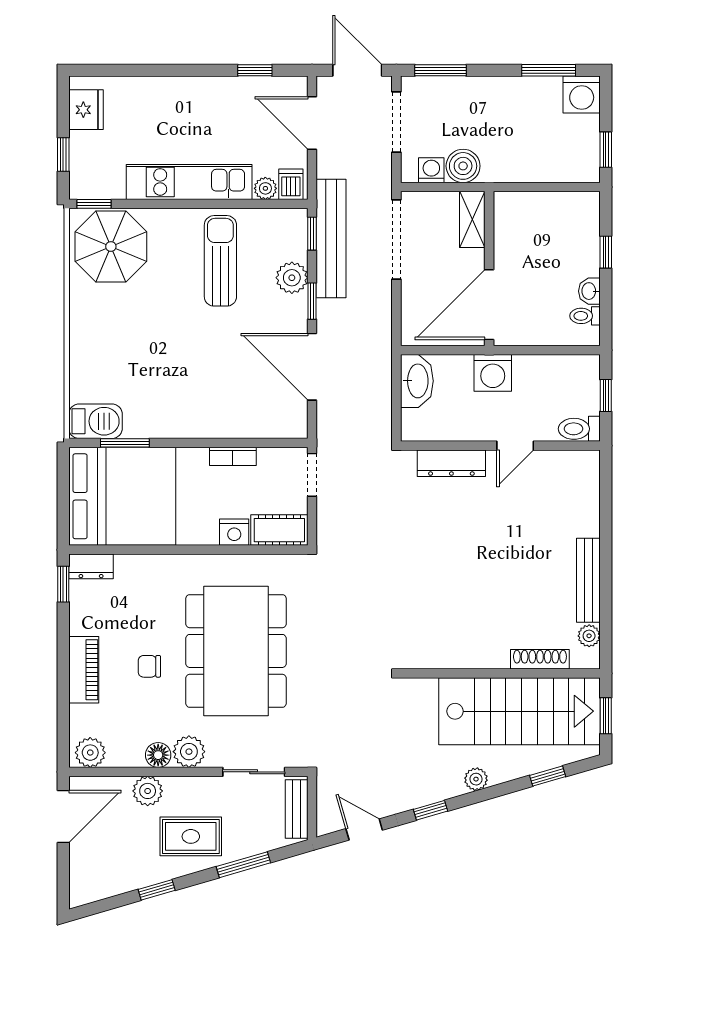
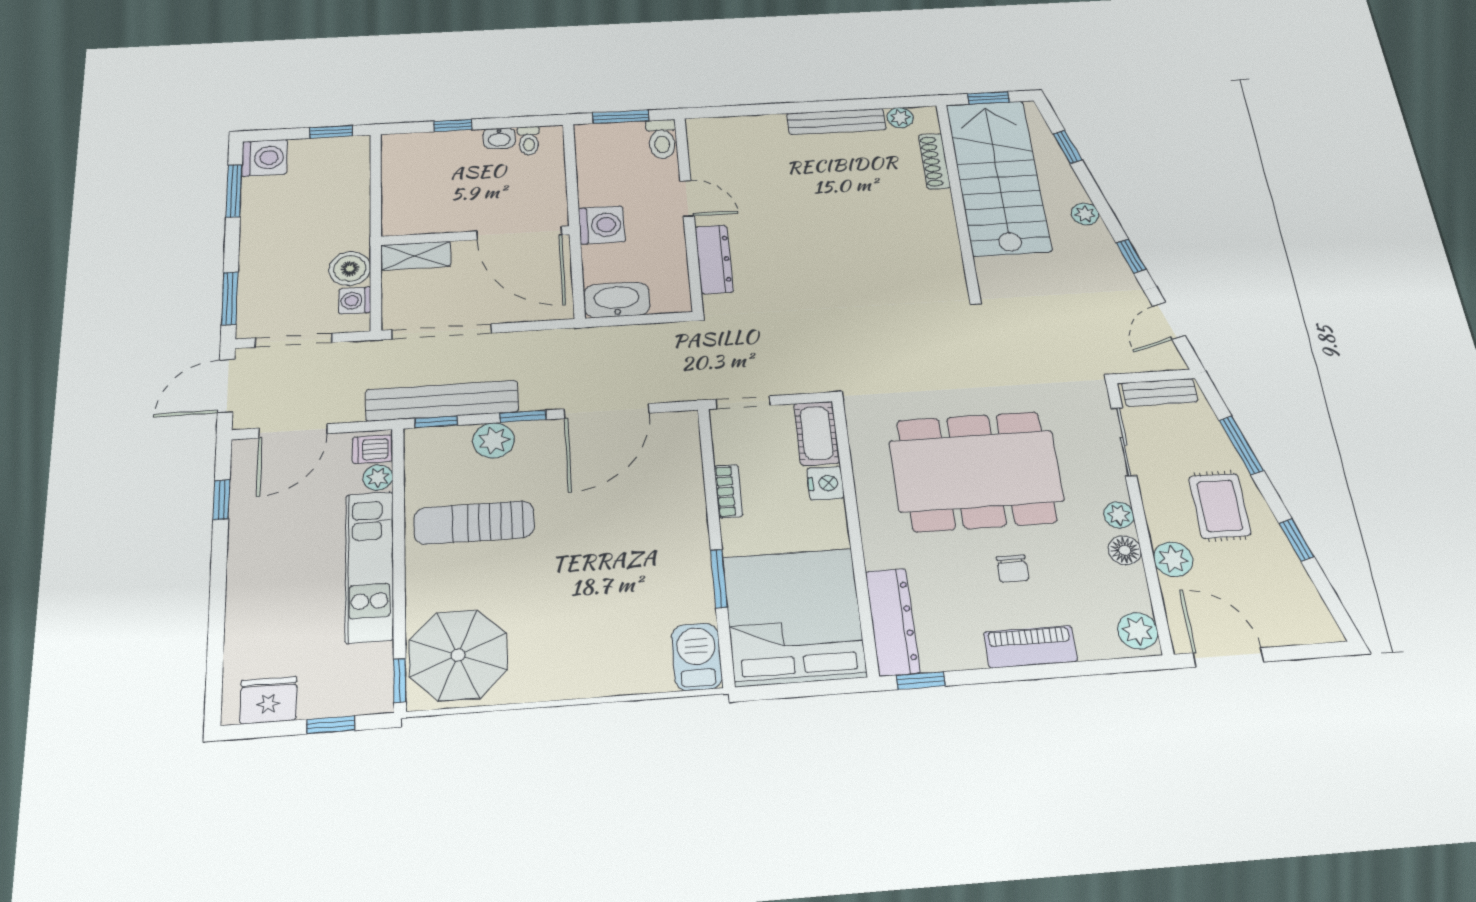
window: (606, 395) -> (621, 117), width x1.50
window: (125, 443) -> (719, 579), moved
dresser: (91, 566) -> (893, 622), width x1.96, depth x1.24
plant: (189, 752) -> (1119, 515), width x0.73, depth x0.73

